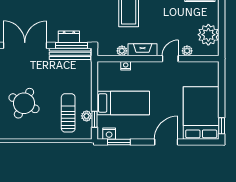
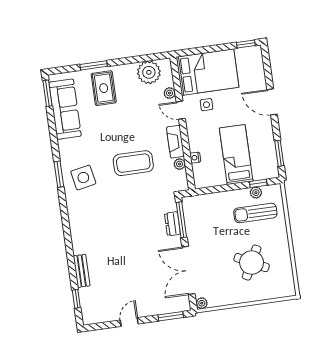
bench: (70, 54) -> (191, 220), removed
side table: (172, 83) -> (206, 105), added
bed: (201, 113) -> (208, 72), moved, turned 180
nightstand: (109, 134) -> (272, 165), removed

